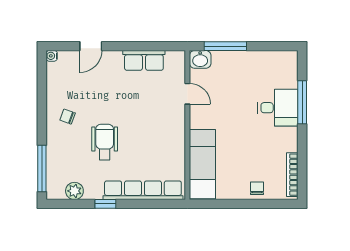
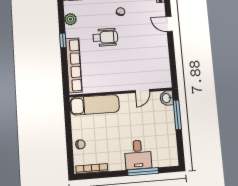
row of seats: (144, 60) -> (163, 60), removed

